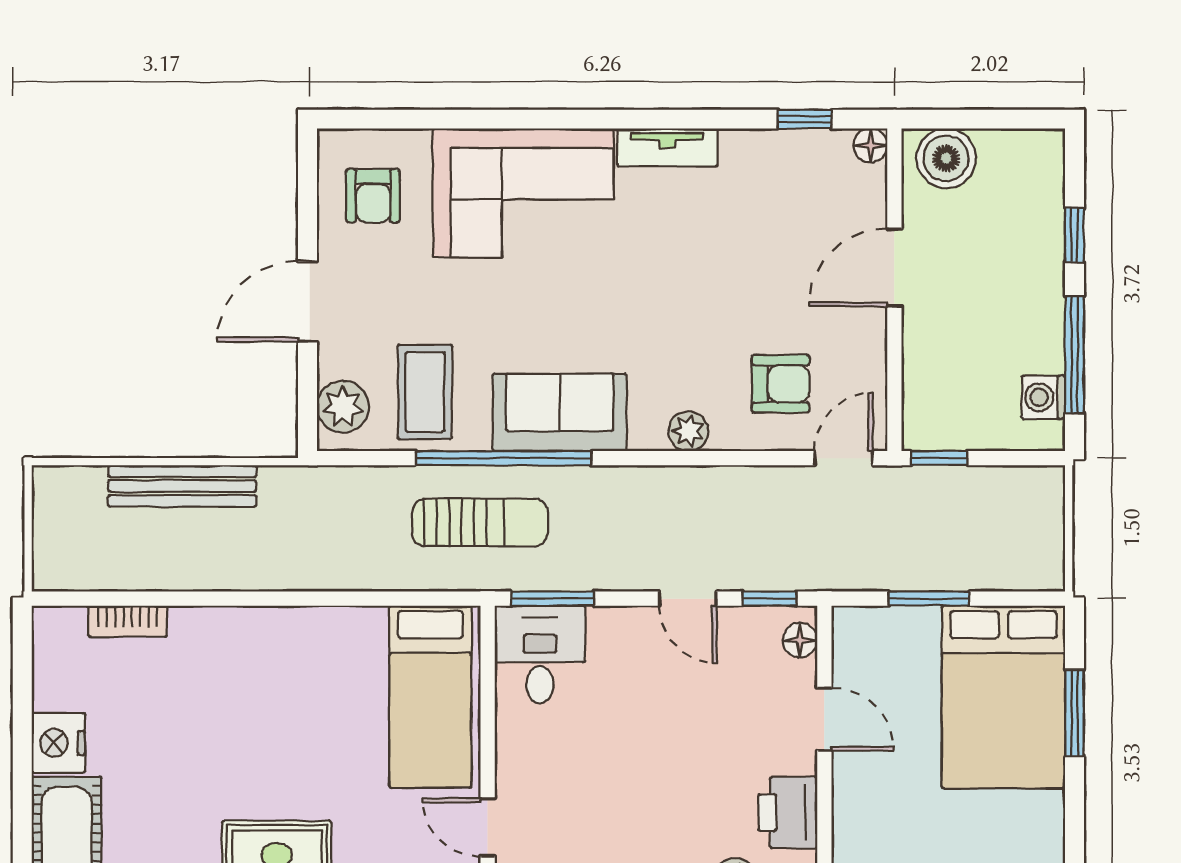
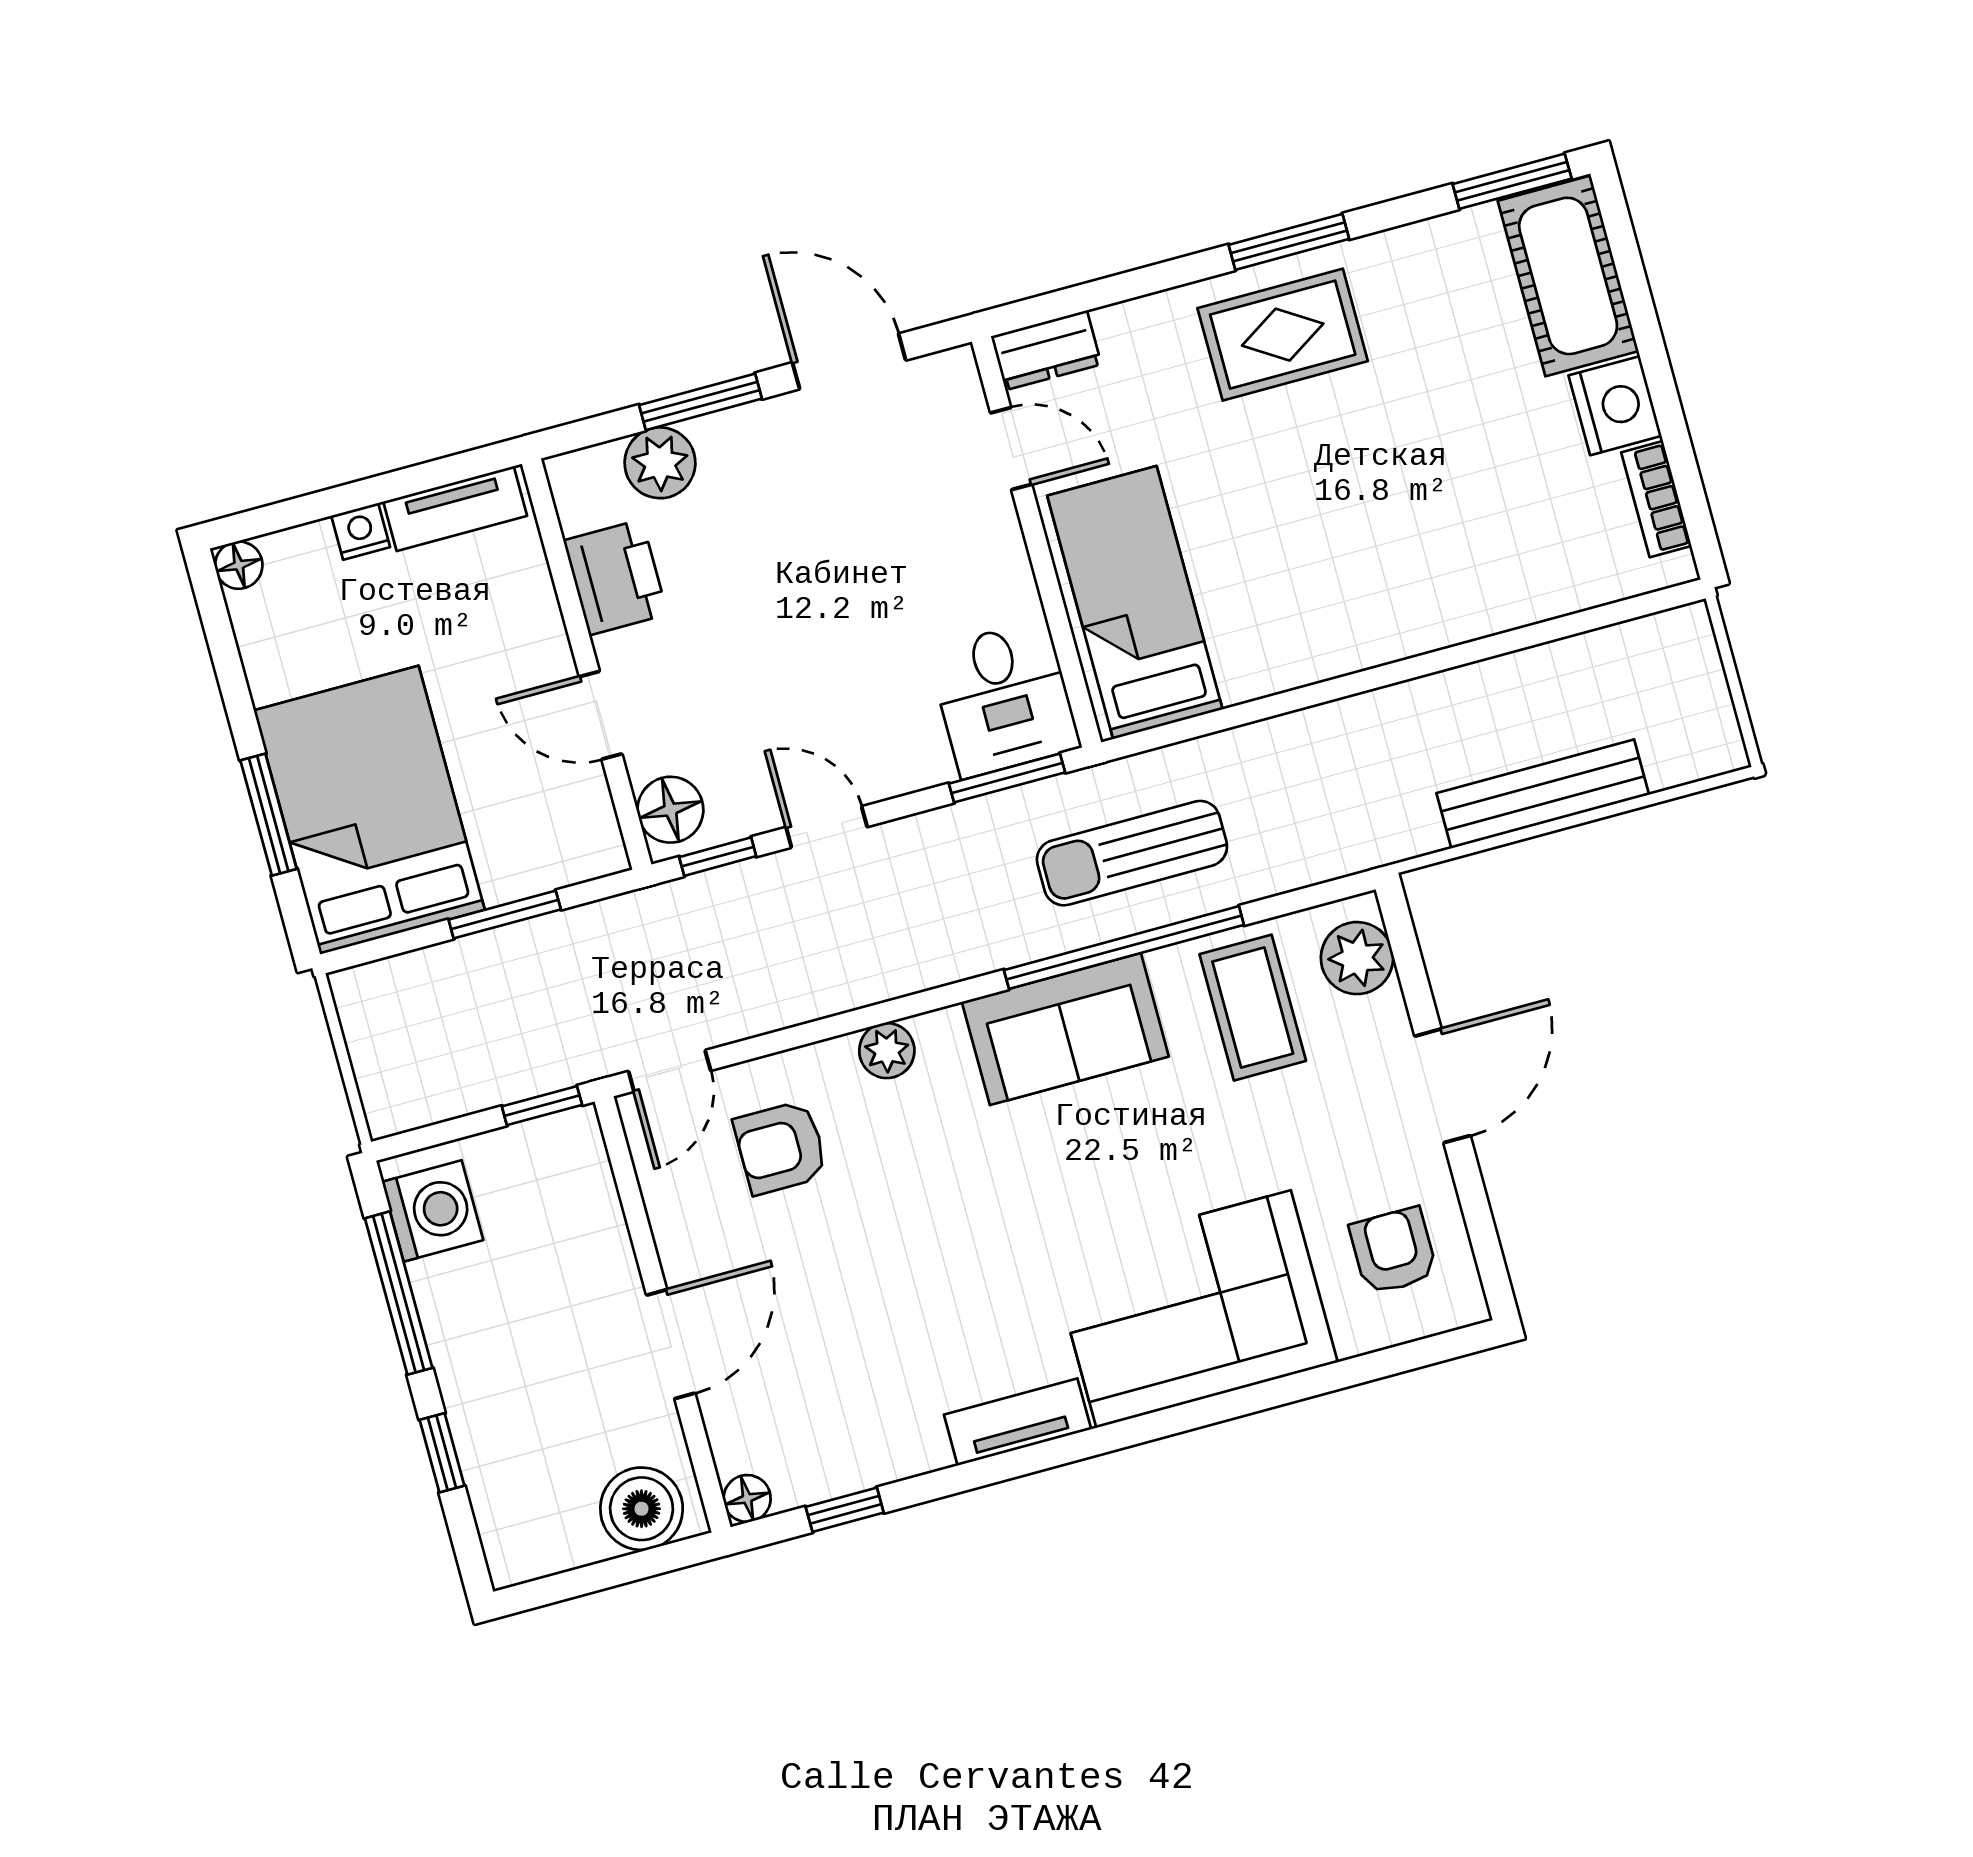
washing machine: (1043, 397) -> (433, 1211), width x1.38, depth x1.38
bookcase: (128, 621) -> (1656, 499), moved, turned -90
floor lamp: (800, 640) -> (670, 810), width x1.37, depth x1.37

